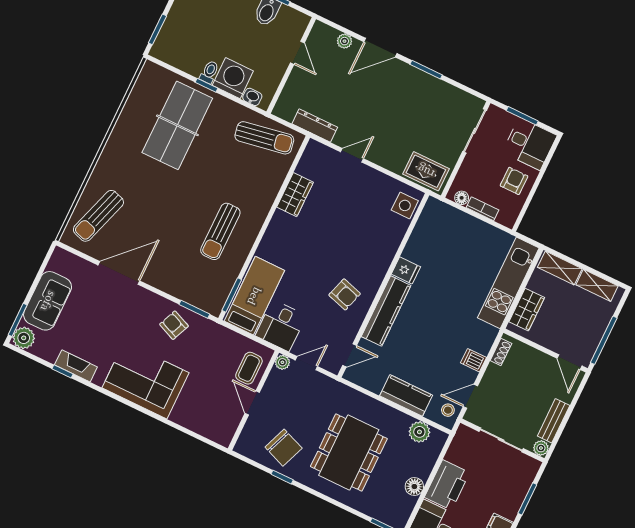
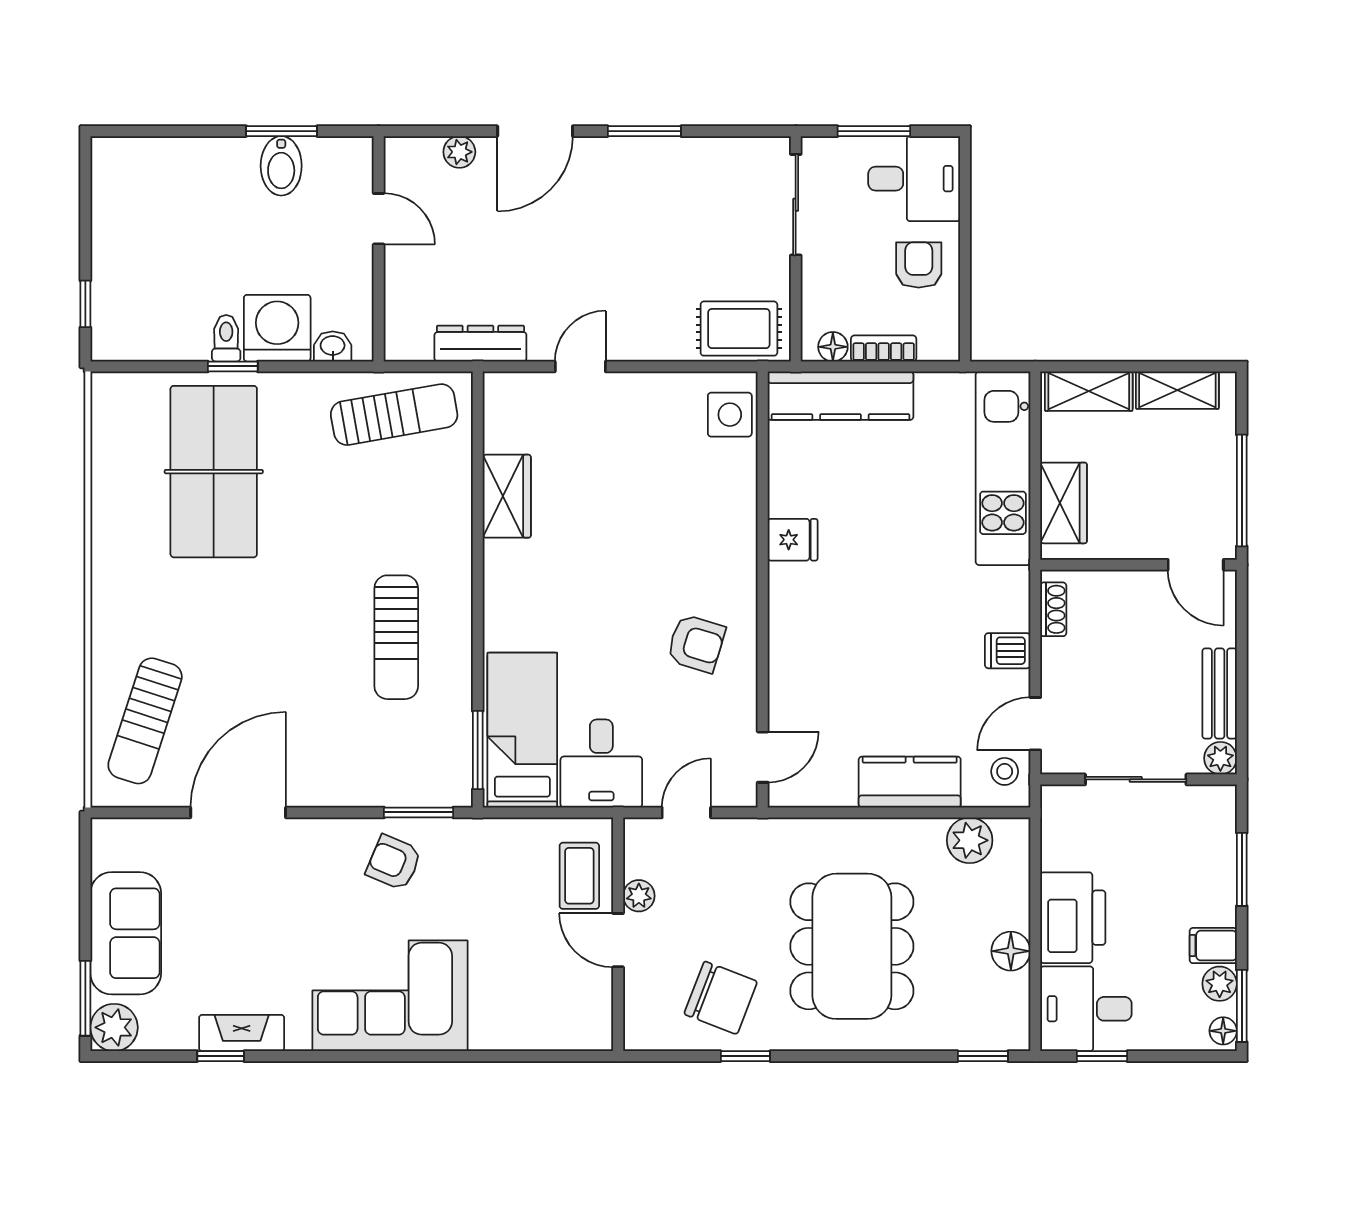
window: (157, 29) -> (85, 304), width x0.67
kitchen counter: (386, 311) -> (840, 396), moved, turned 90
plant: (282, 362) -> (639, 896), moved

